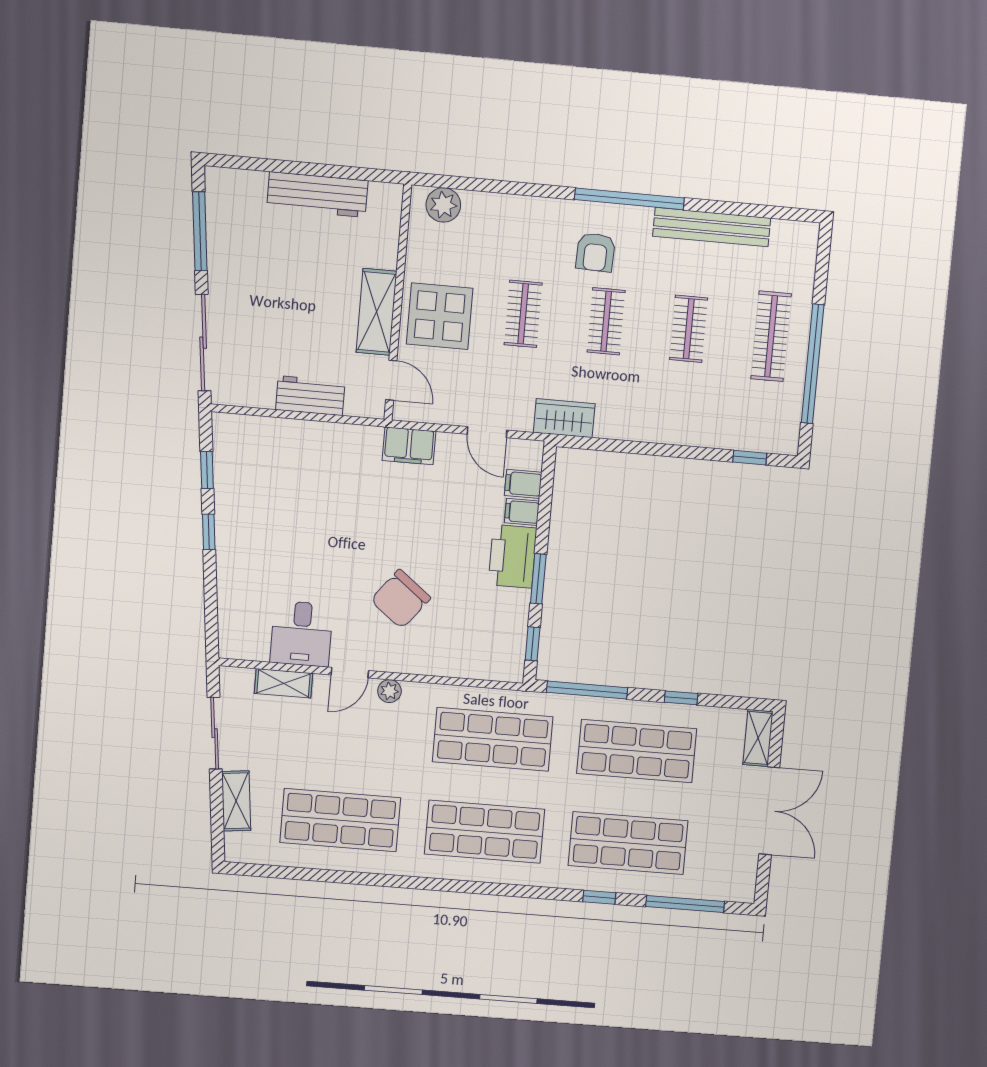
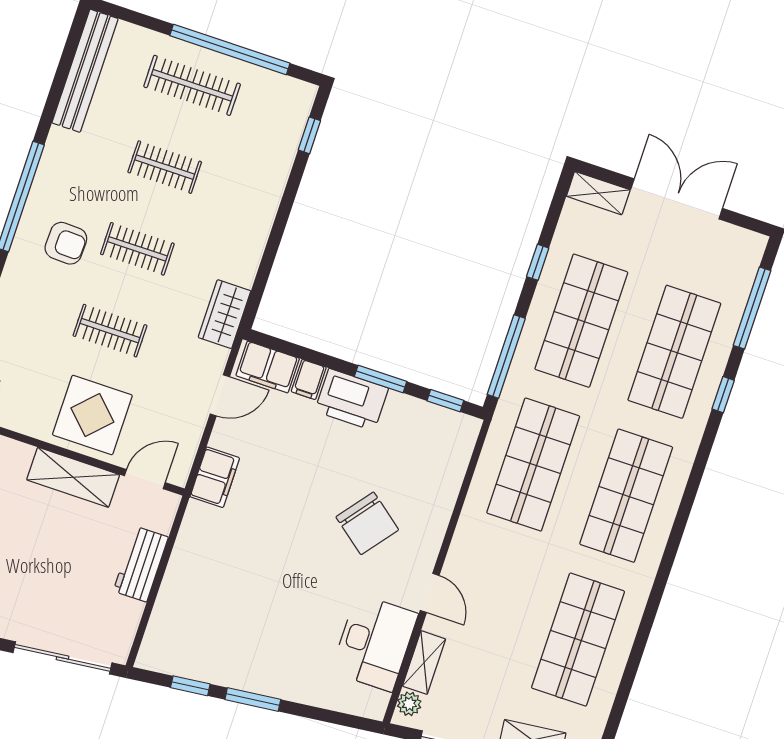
bench: (712, 227) -> (85, 71), moved
filing cabinet: (523, 484) -> (268, 367), width x2.00
window: (209, 532) -> (253, 700), width x1.50
desk: (301, 634) -> (375, 643), width x1.37
plant: (389, 691) -> (409, 704), moved

